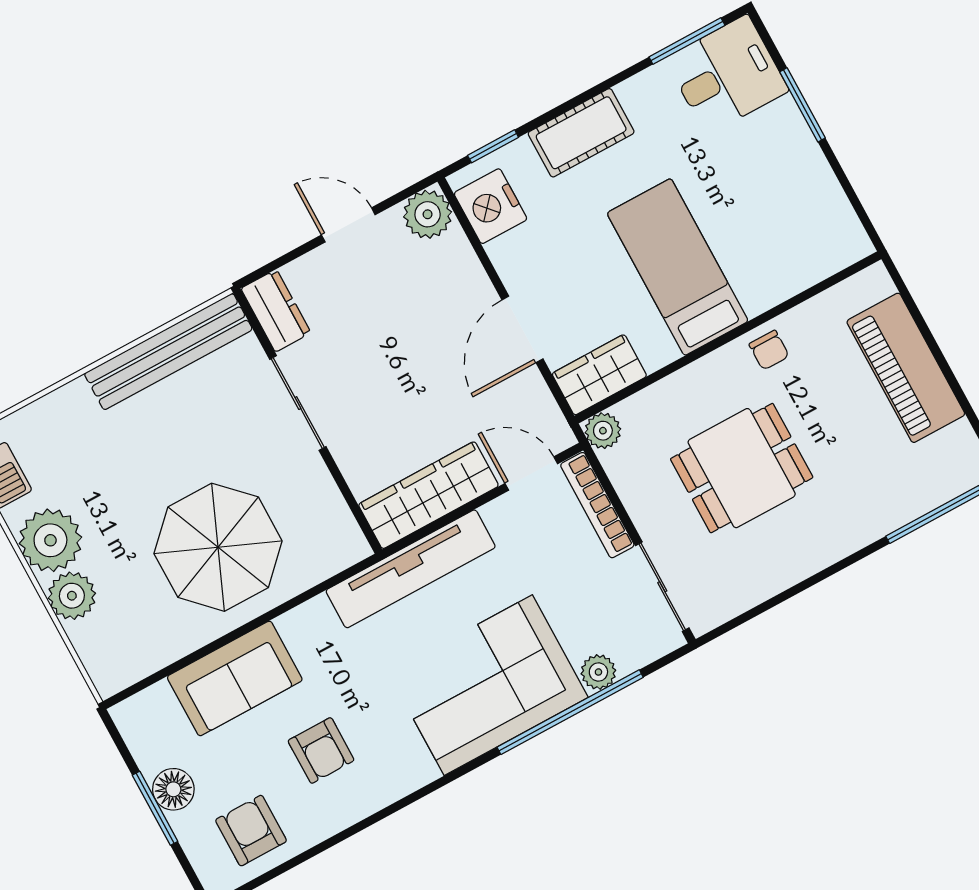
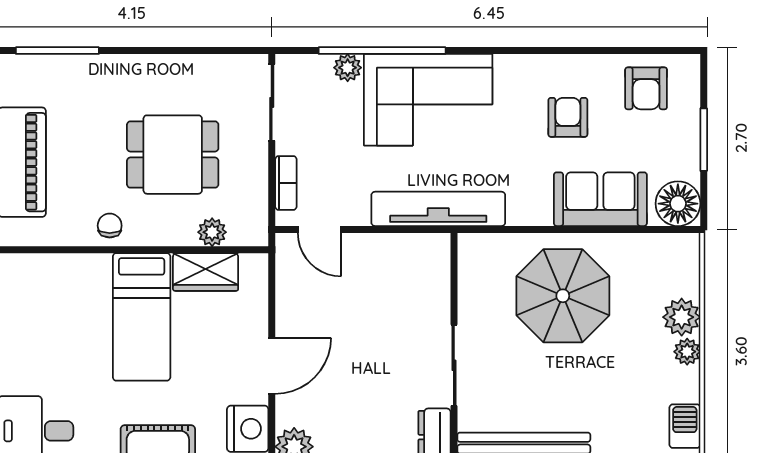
door: (522, 329) -> (272, 366), moved
wardrobe: (599, 375) -> (206, 272), moved
plant: (603, 431) -> (212, 232), moved
wardrobe: (428, 495) -> (398, 253), removed
bookcase: (597, 505) -> (286, 183), width x0.64
plant: (50, 540) -> (687, 352), width x0.53, depth x0.53
floor lamp: (173, 789) -> (678, 204), moved, width x1.38, depth x1.38

